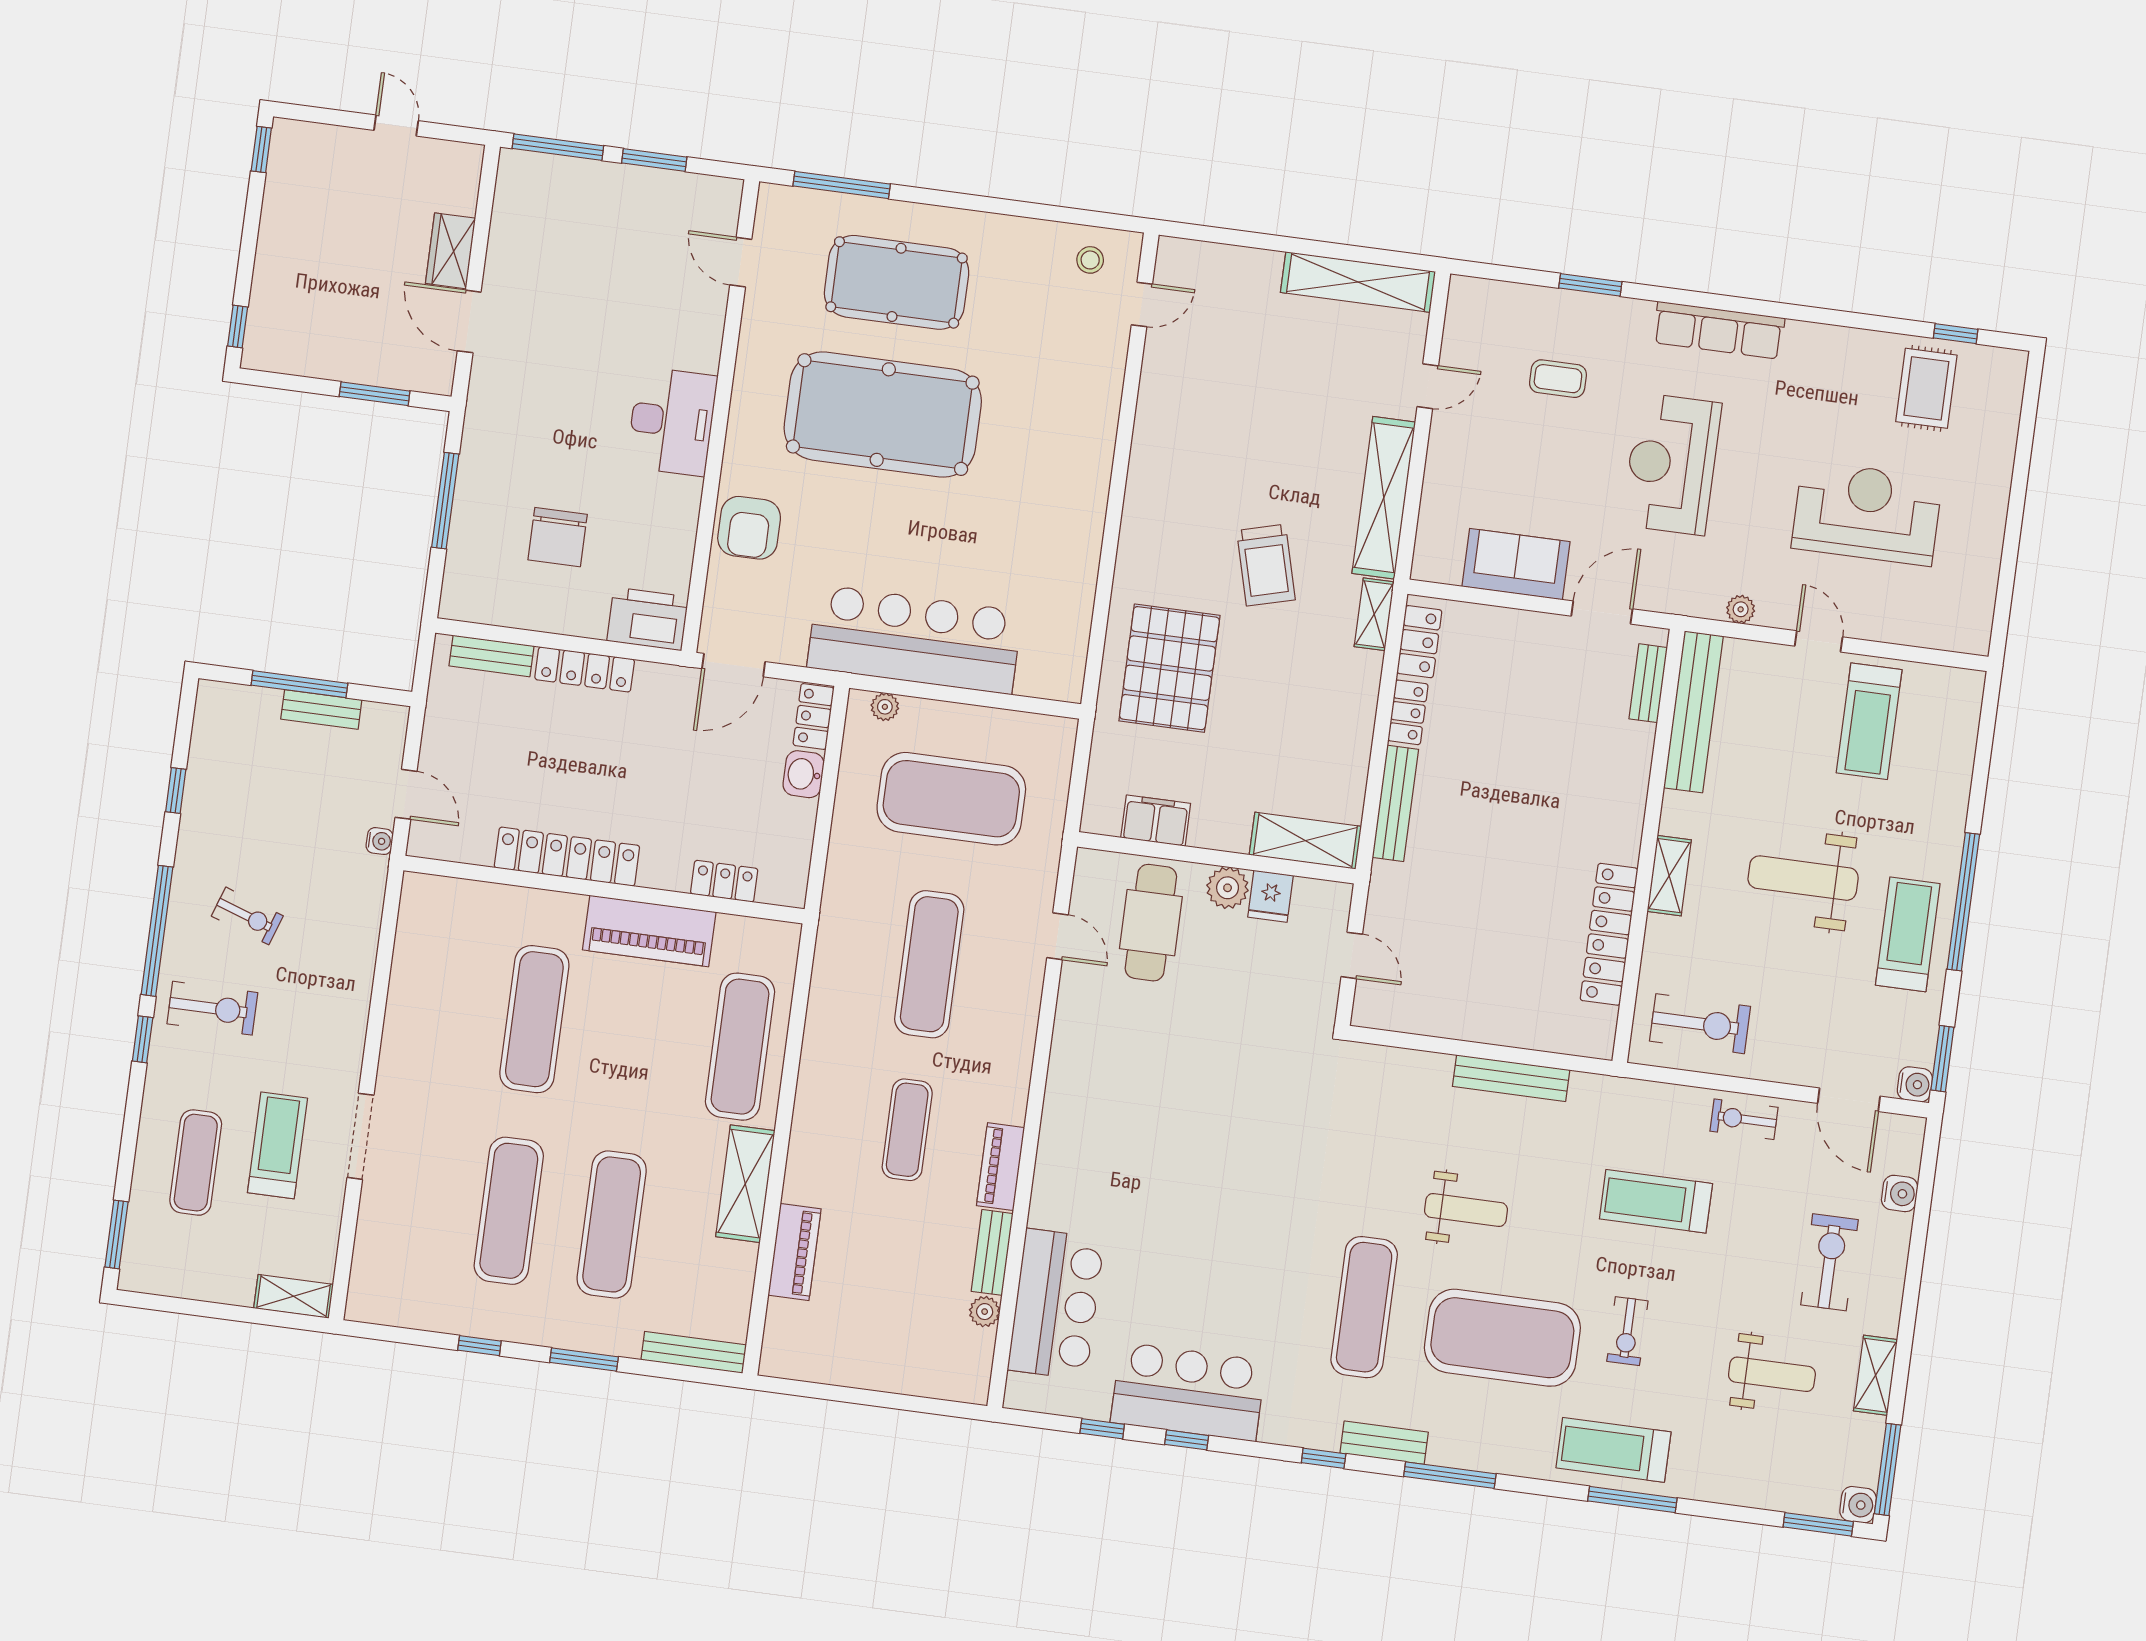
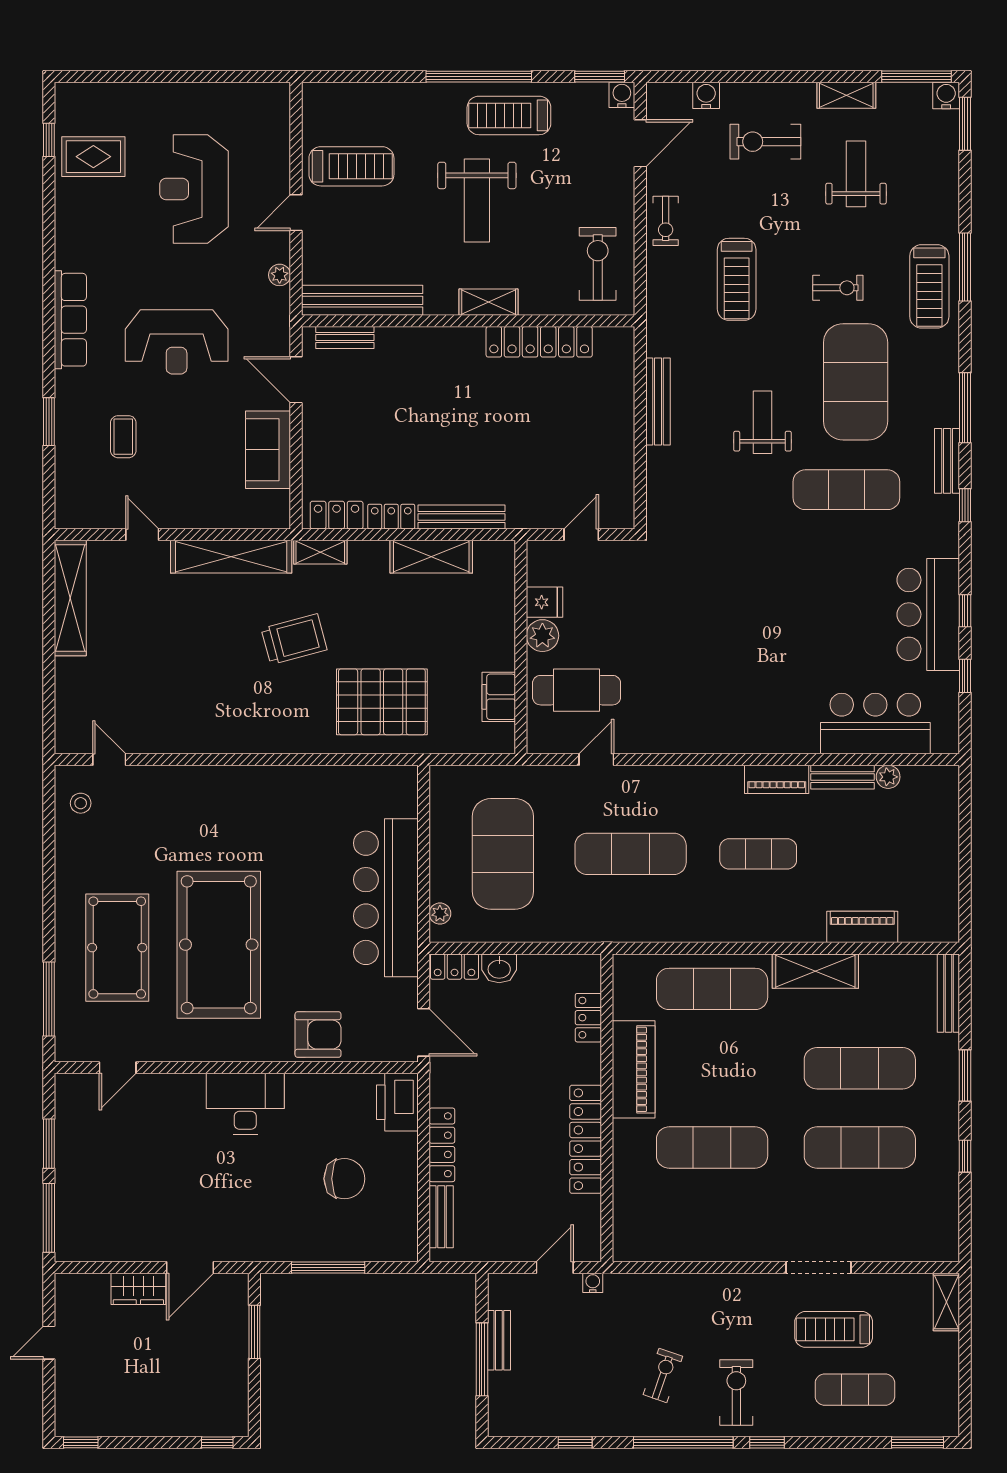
shelving: (1305, 841) -> (431, 557), moved, turned 90

